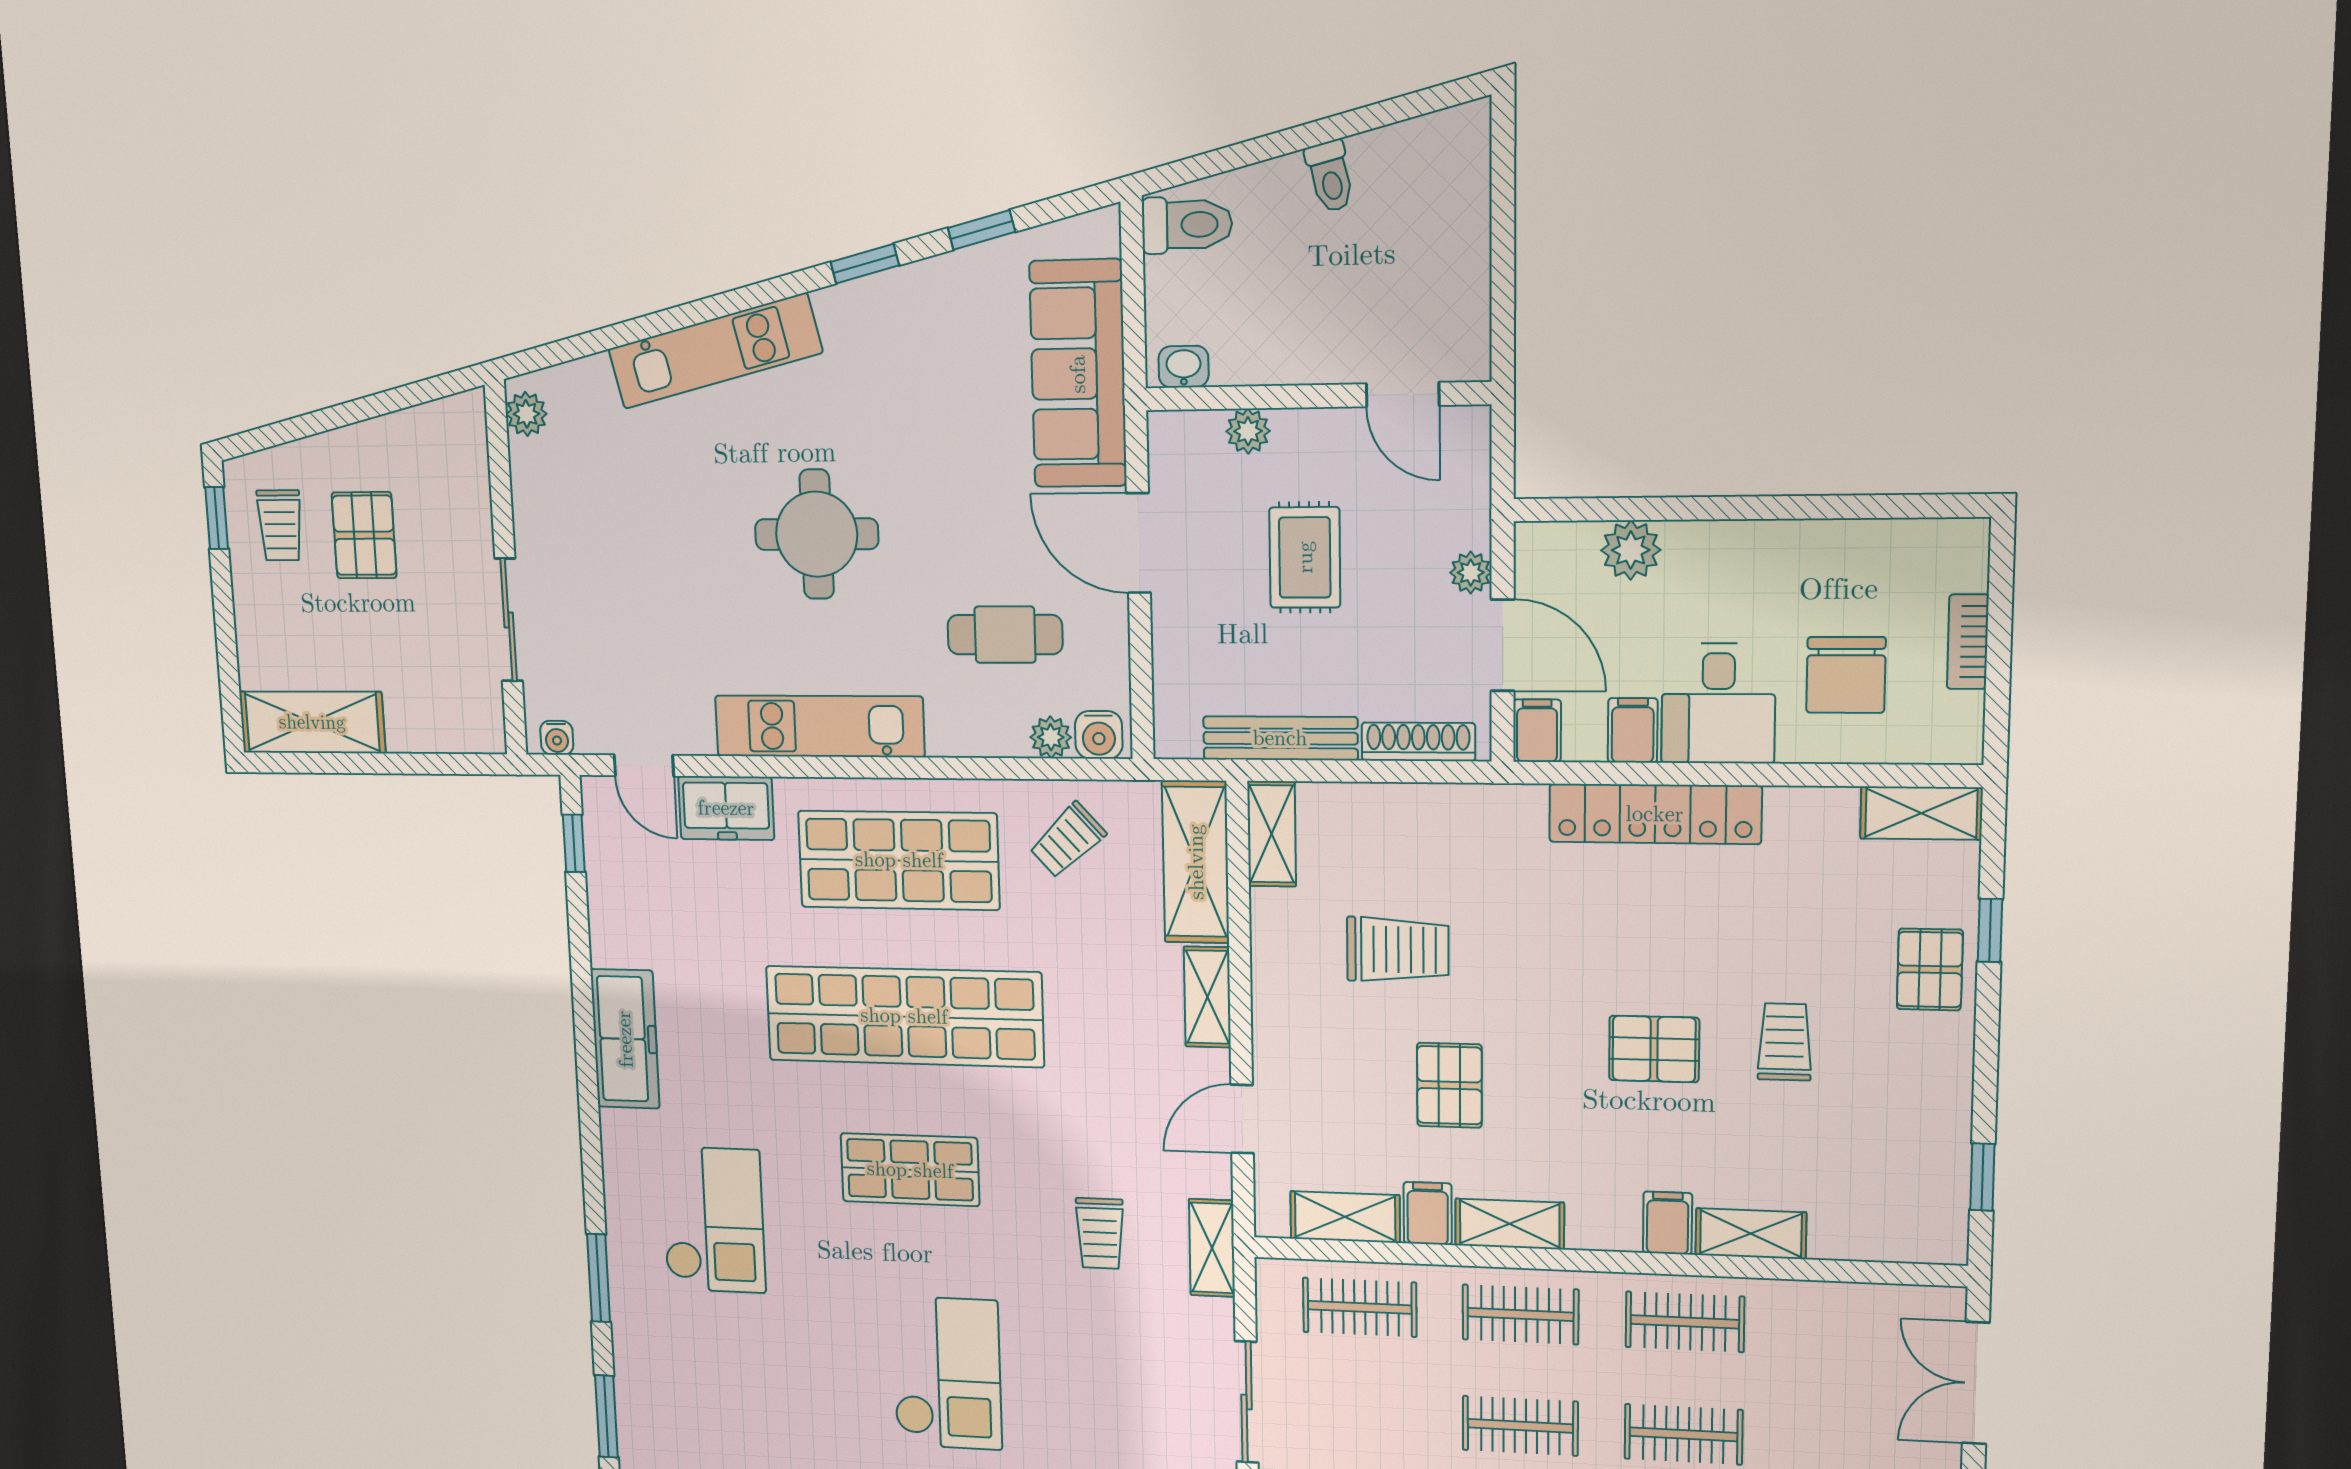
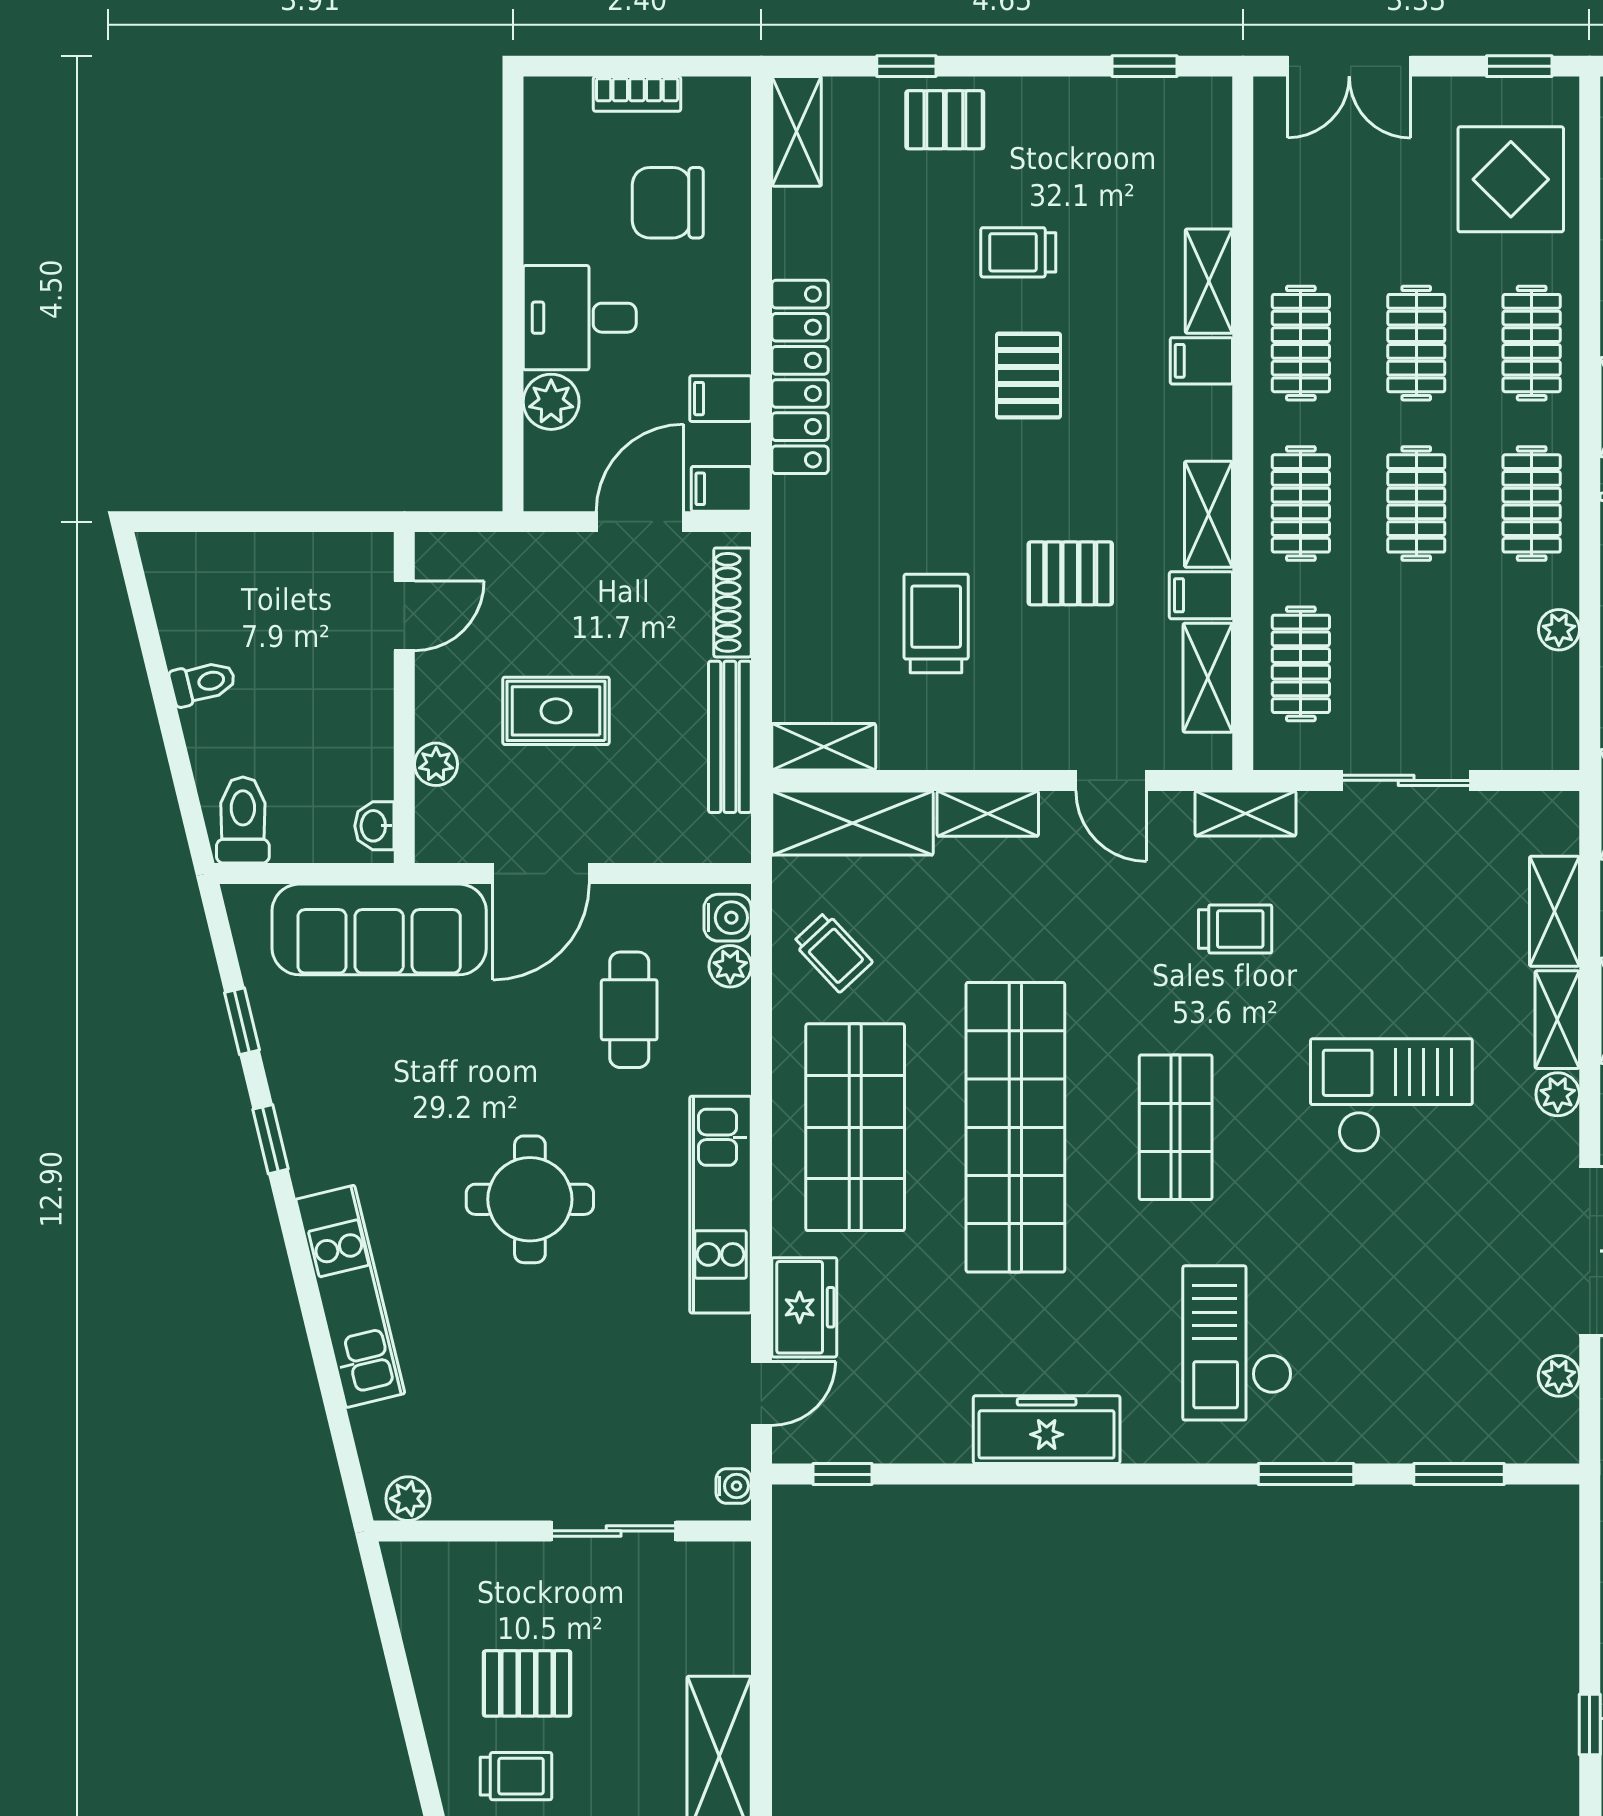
plant: (1471, 573) -> (571, 552), removed
chair: (1846, 675) -> (668, 203), turned 180
desk: (1718, 704) -> (580, 318), moved, turned 180
checkout: (713, 1220) -> (1237, 1343), turned -90

